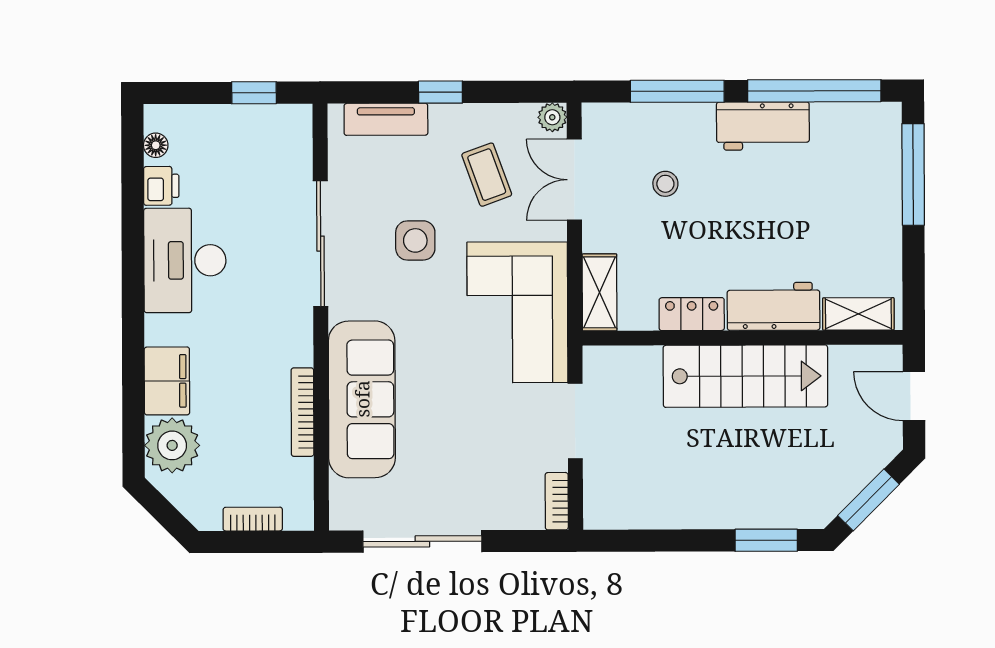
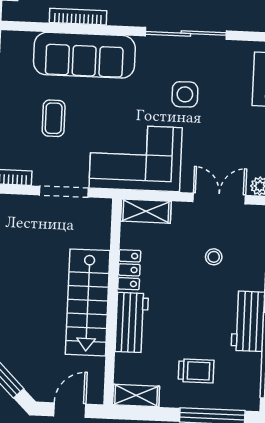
coffee table: (487, 175) -> (54, 118), moved, turned -70
trolley: (844, 203) -> (196, 371), added
shelving: (858, 314) -> (136, 396), moved, turned 90

